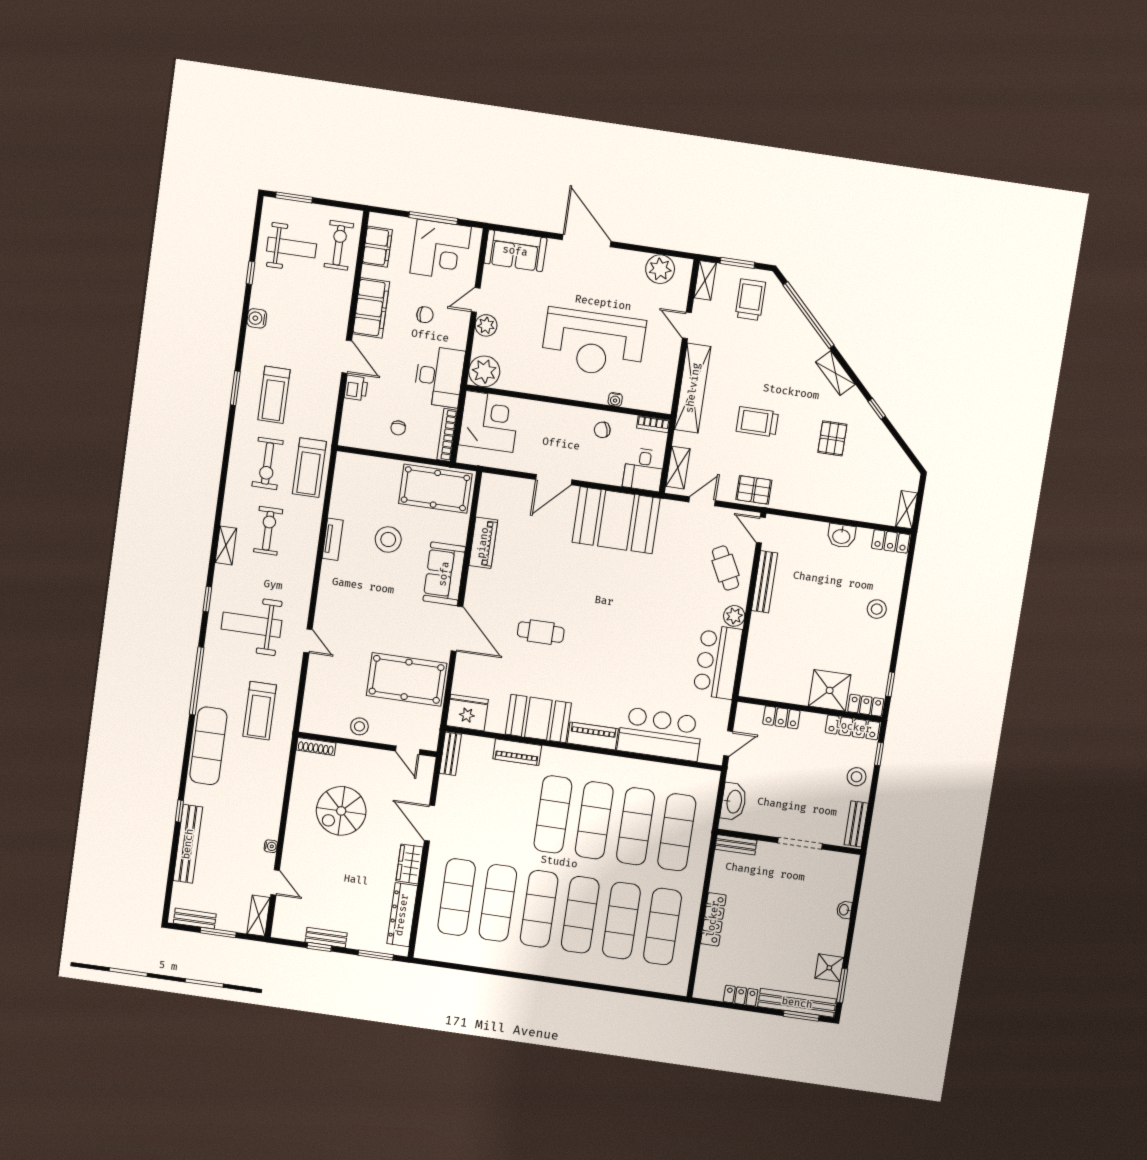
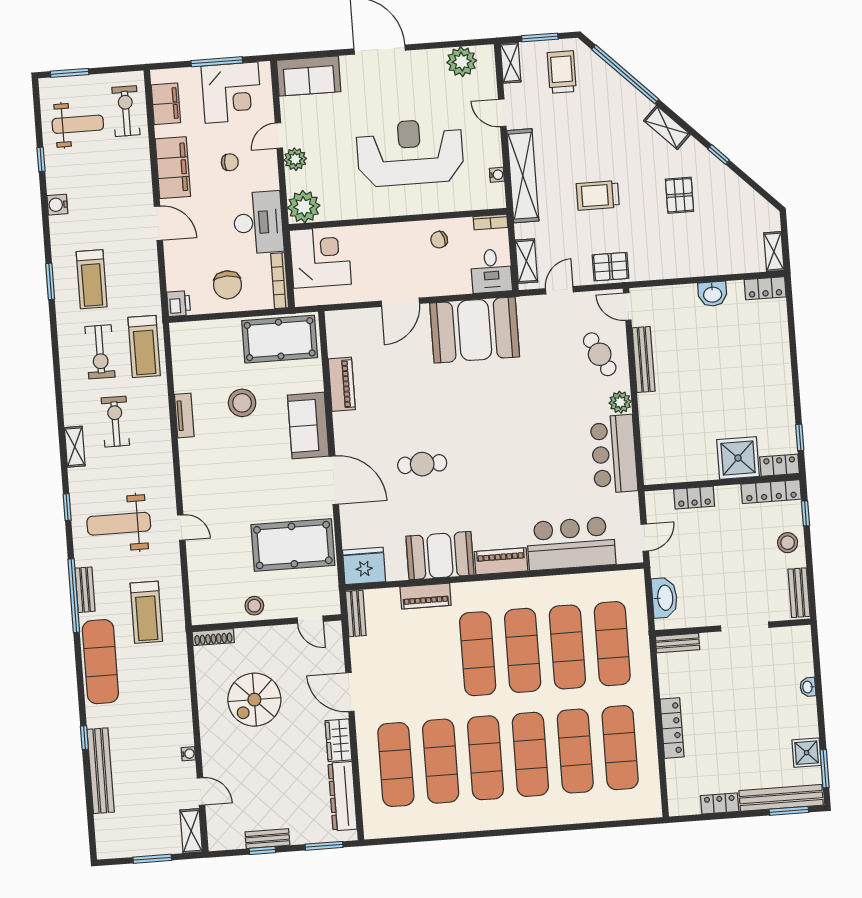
reception desk: (593, 343) -> (410, 152), turned 180
printer: (356, 388) -> (179, 304), moved
water cooler: (615, 399) -> (497, 175), moved, turned -90
chair: (398, 428) -> (227, 285), width x1.87, depth x1.87
stool: (877, 609) -> (767, 362), removed
bench: (195, 919) -> (85, 590), moved, turned 90

